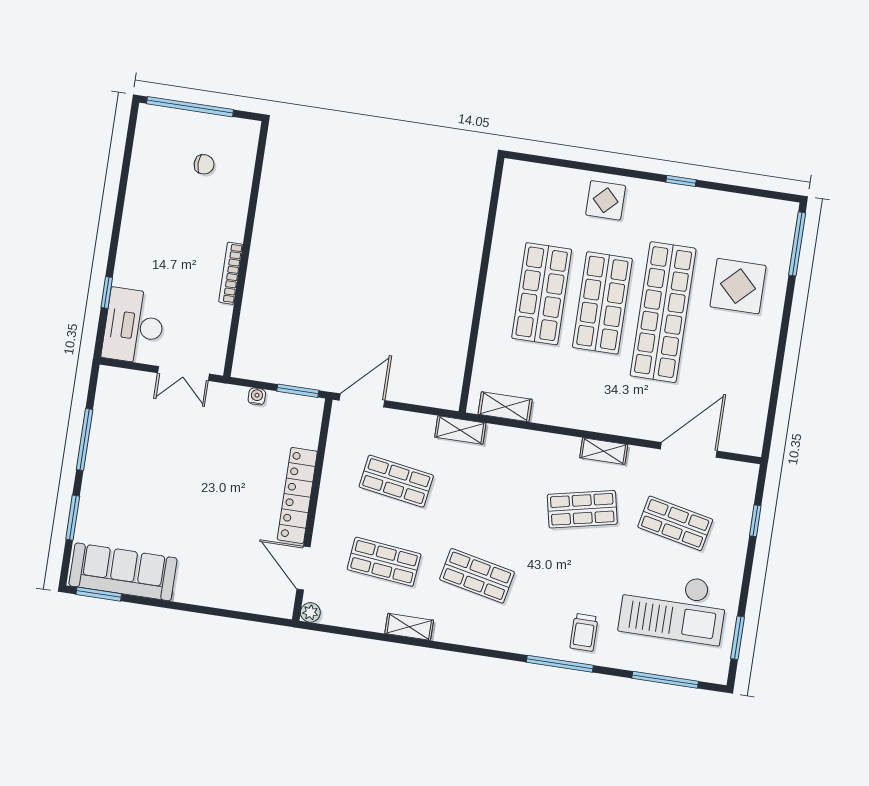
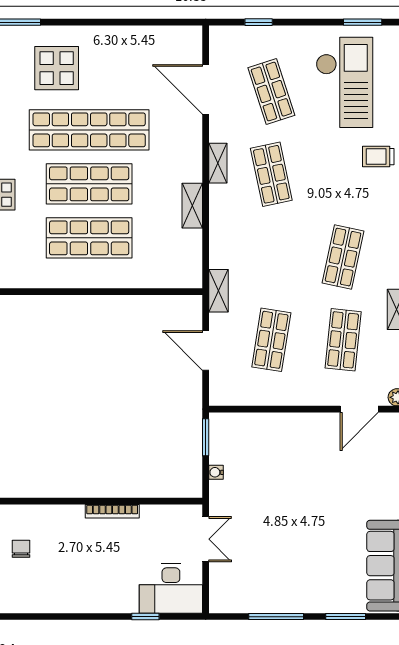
door: (362, 400) -> (206, 351), moved
shelving: (505, 407) -> (192, 206), moved
locker: (297, 495) -> (297, 424), removed
shop shelf: (675, 523) -> (271, 92), turned -30
trolley: (584, 632) -> (378, 157), turned 180

